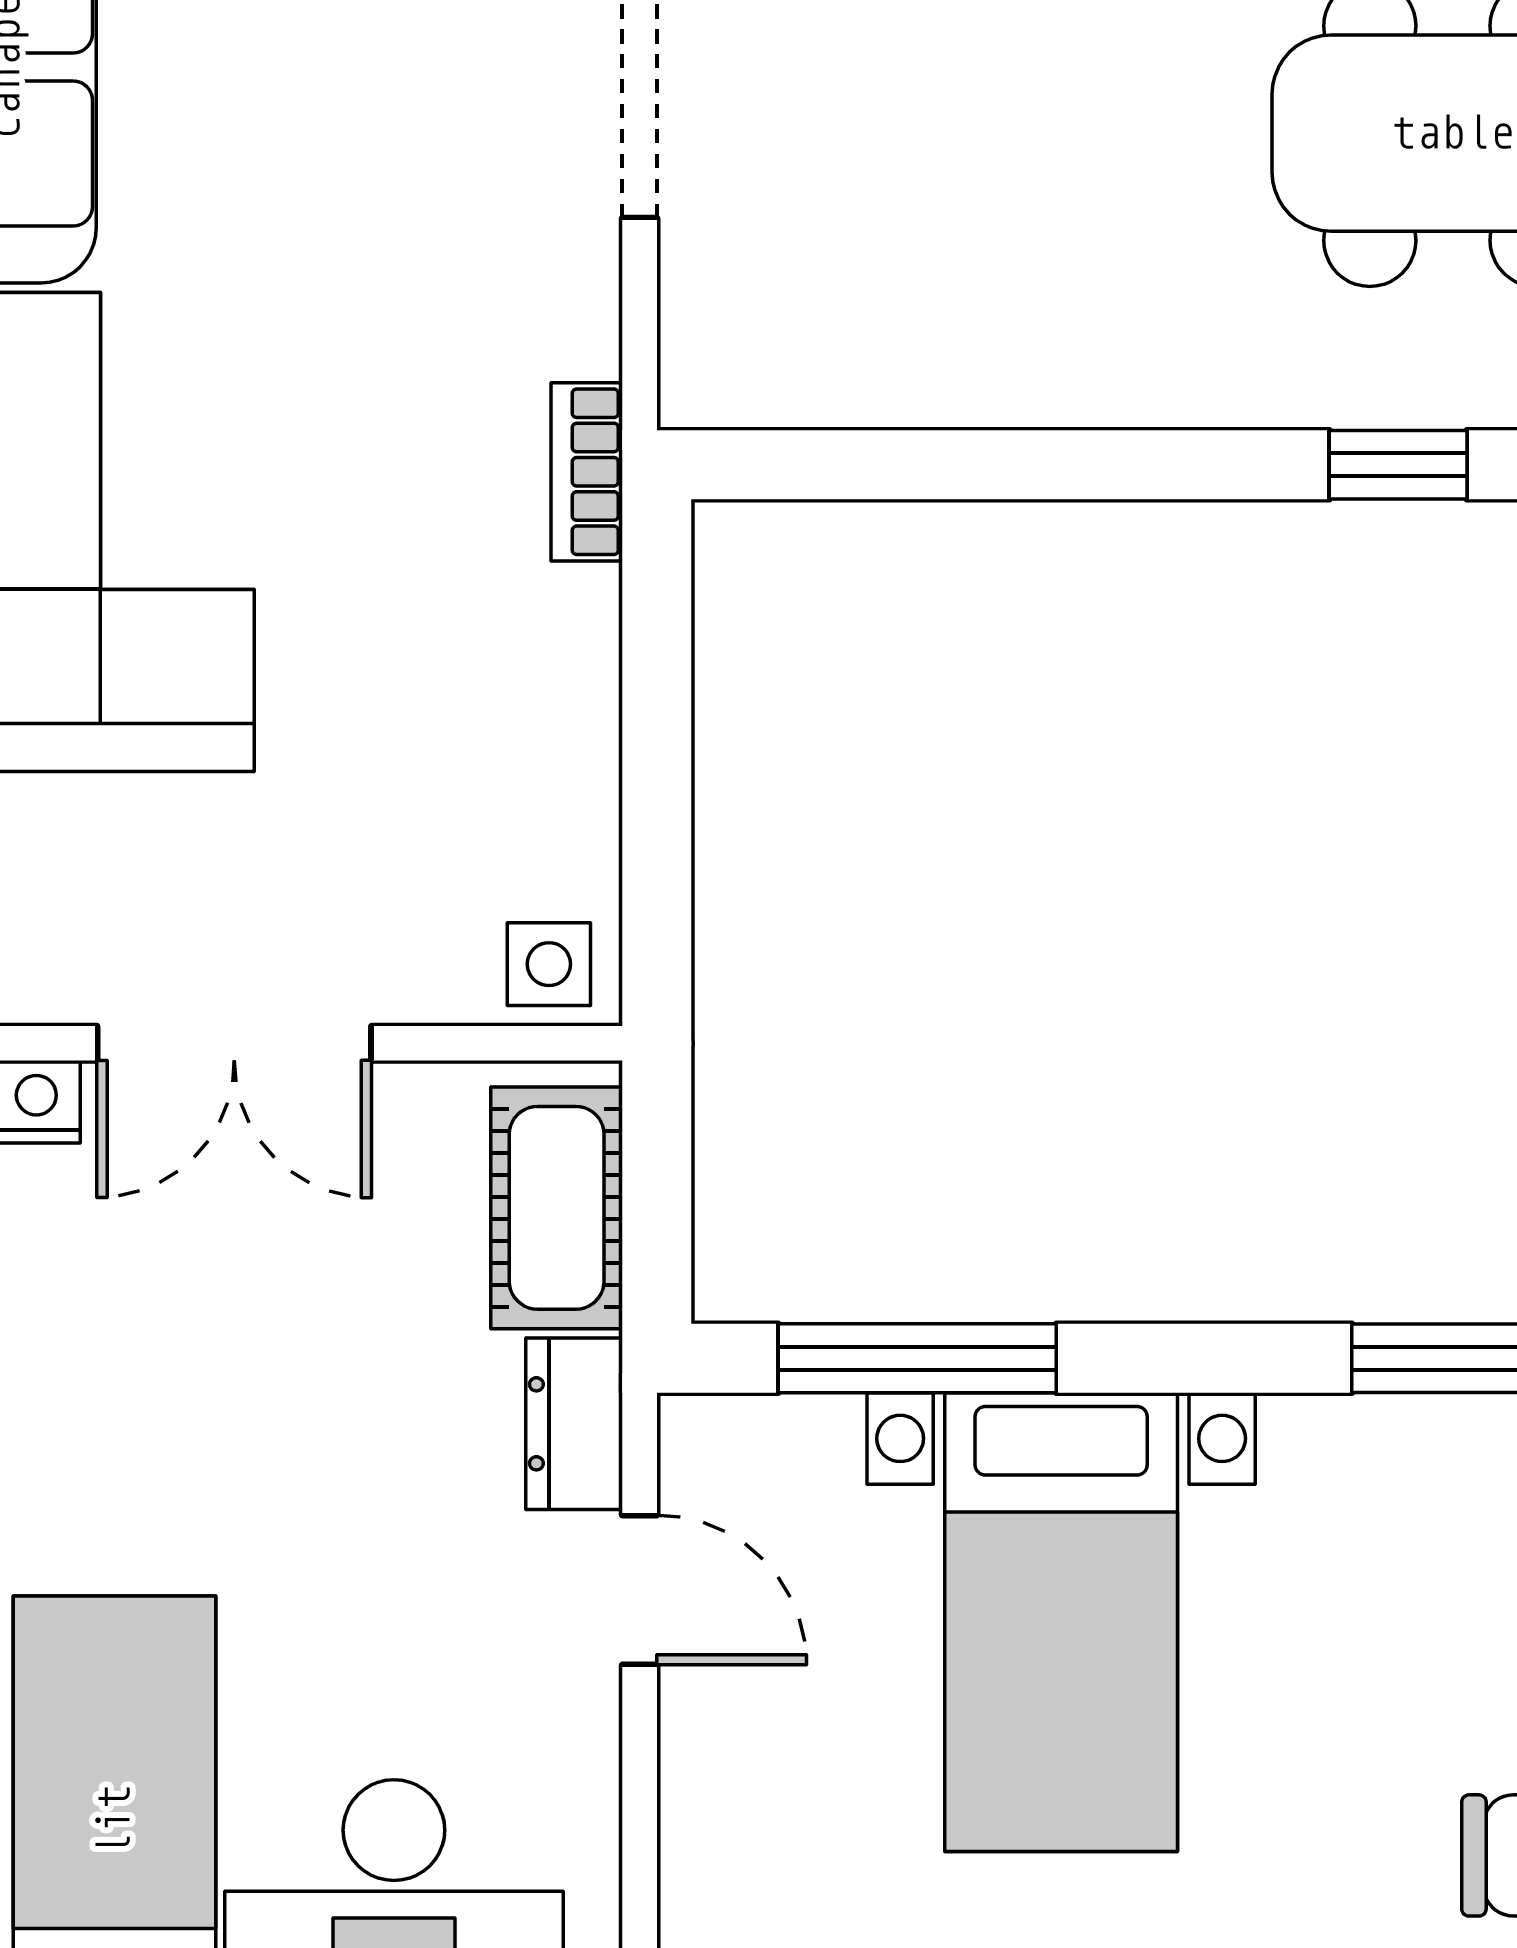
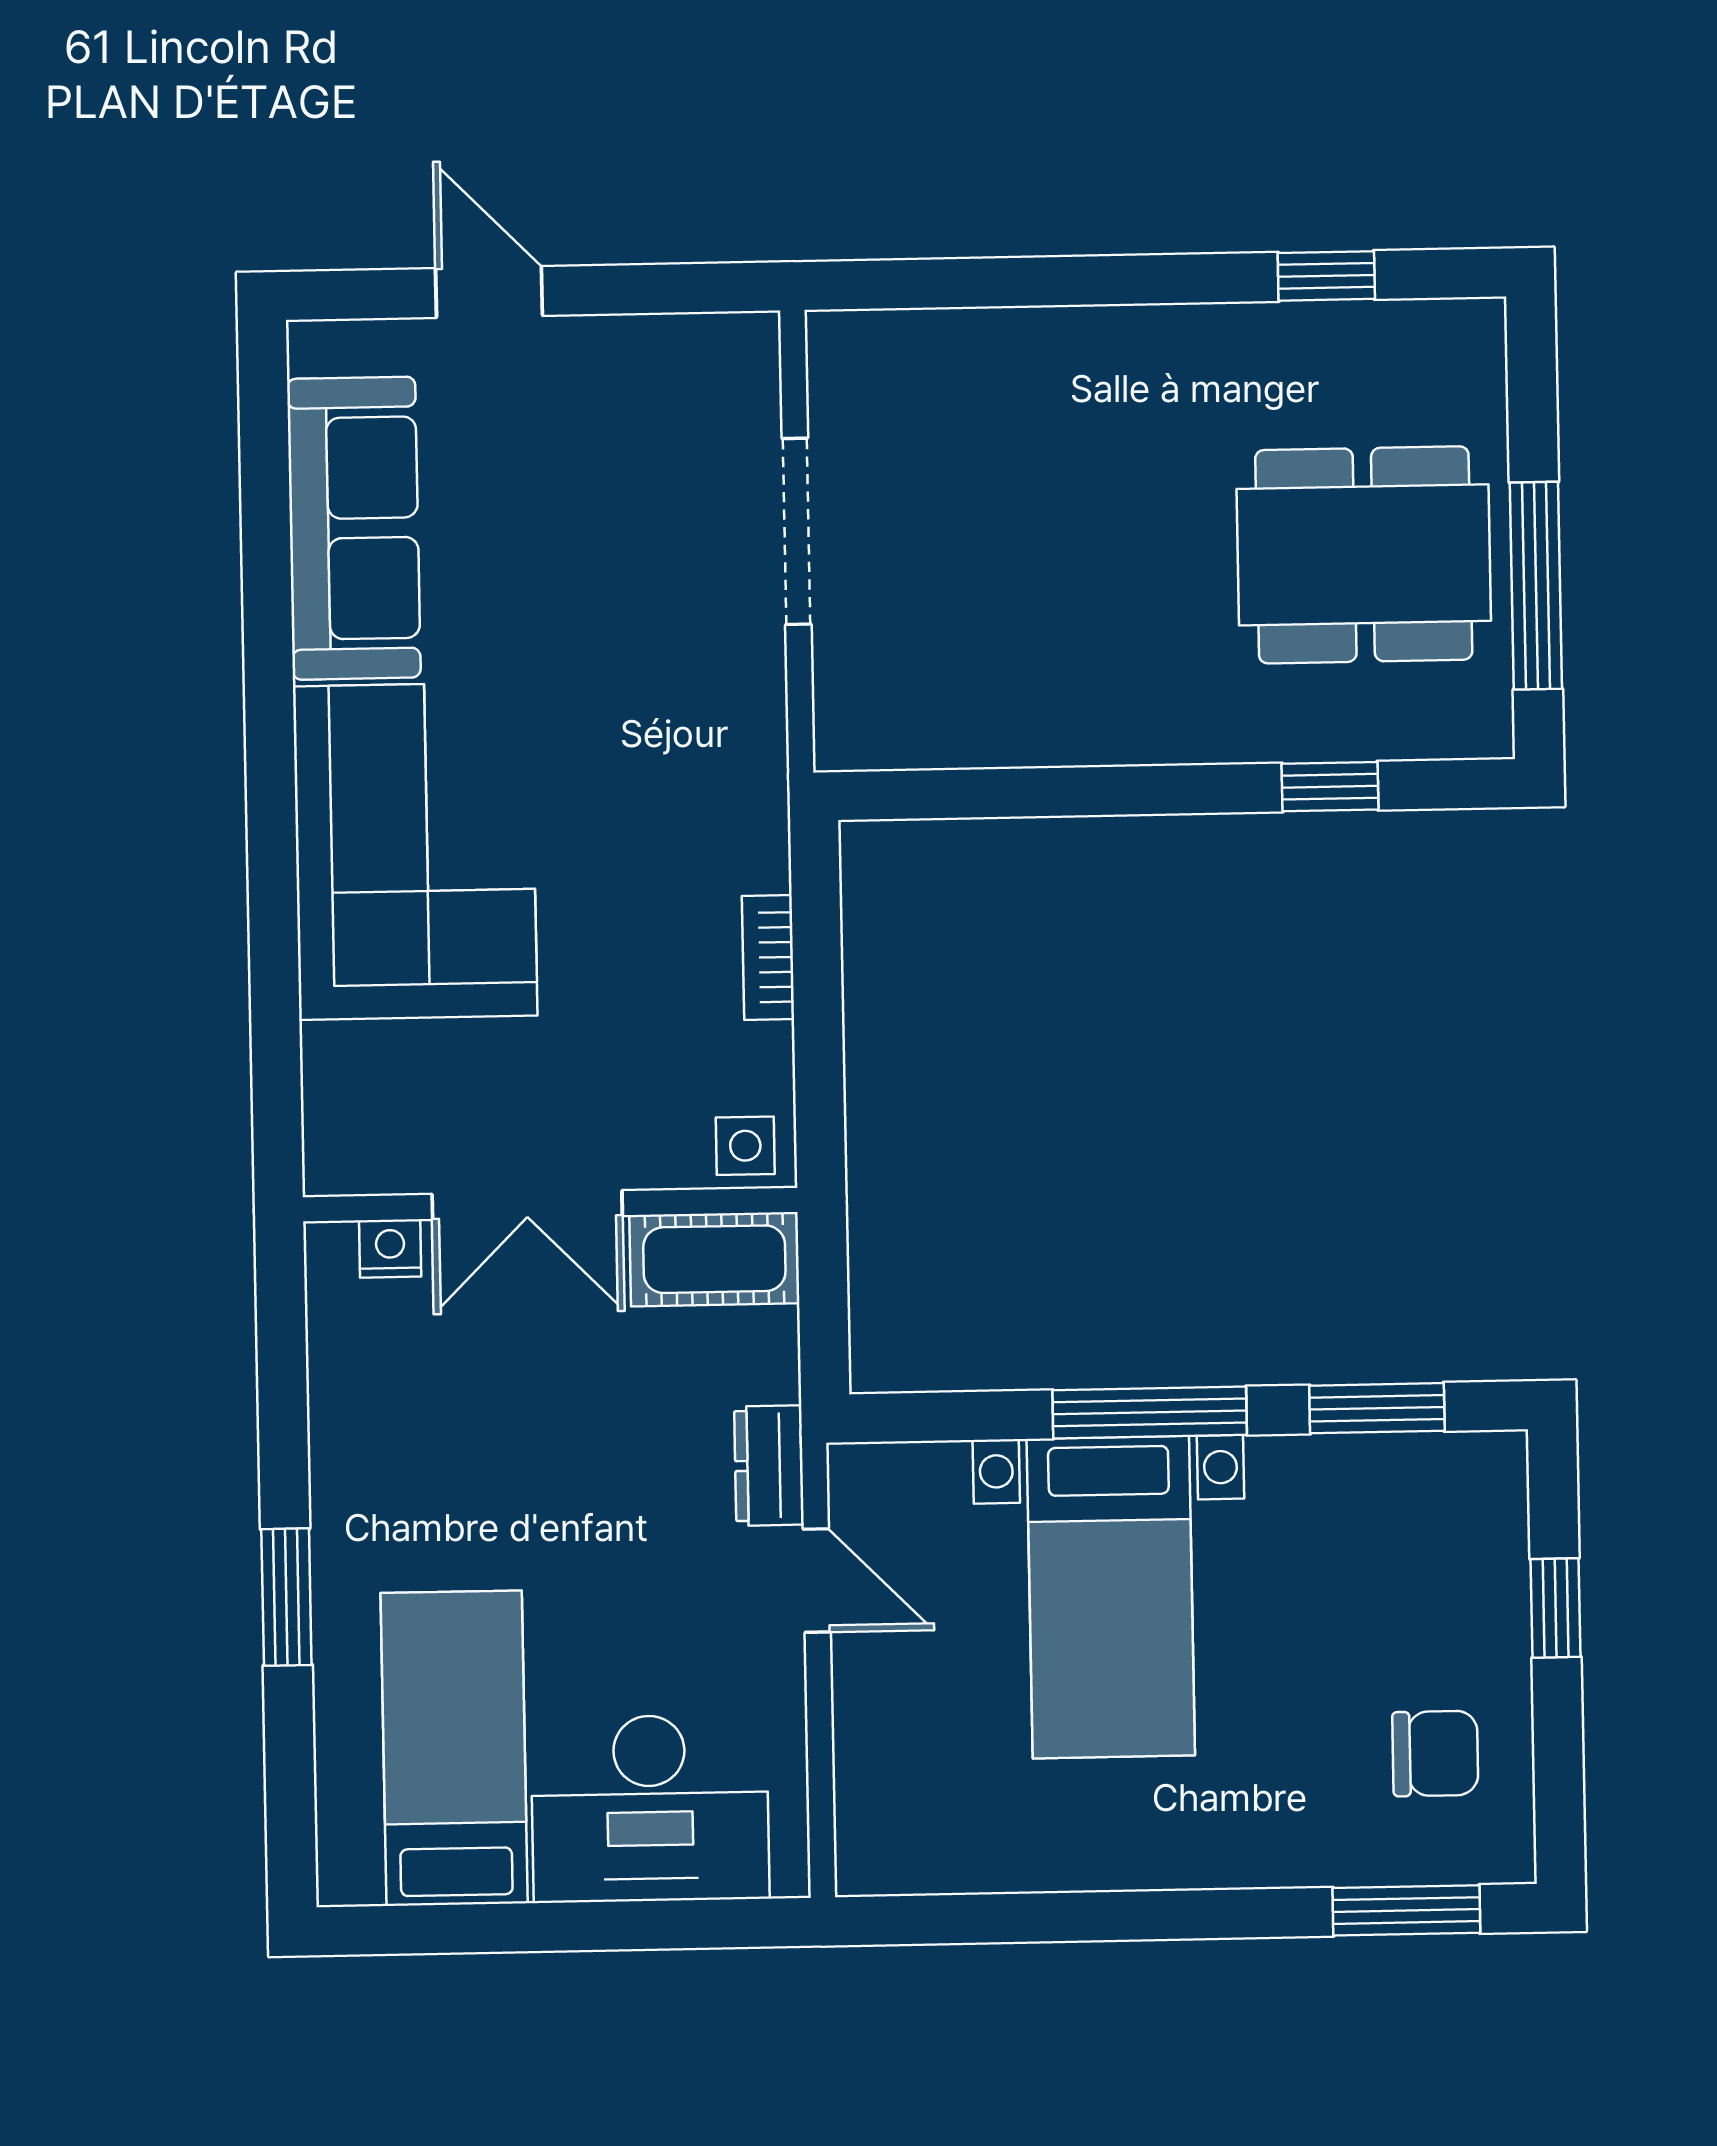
bookcase: (587, 472) -> (768, 957), moved
cot: (557, 1208) -> (714, 1259), moved, turned 90
window: (917, 1358) -> (1150, 1413), moved

